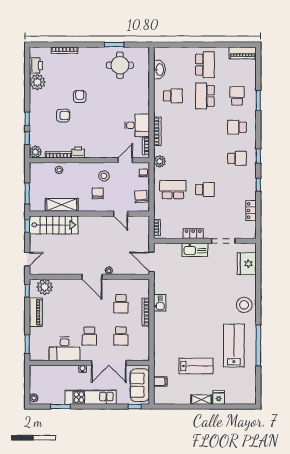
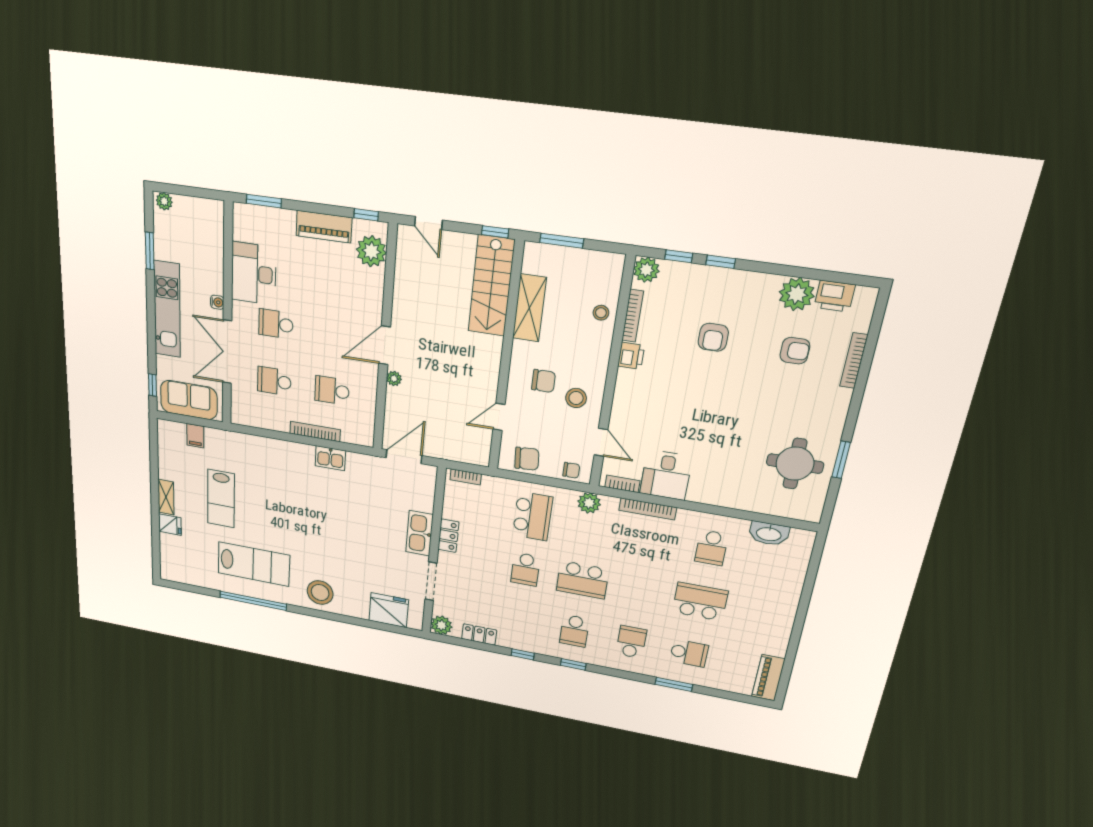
school desk: (205, 65) -> (583, 580), moved
armchair: (80, 97) -> (795, 351), moved
plant: (250, 232) -> (441, 625), added

